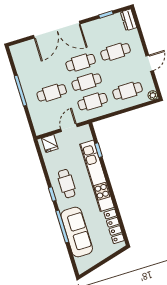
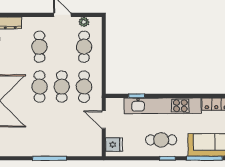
cafe table: (52, 93) -> (62, 126), removed
plant: (153, 95) -> (84, 22), moved

